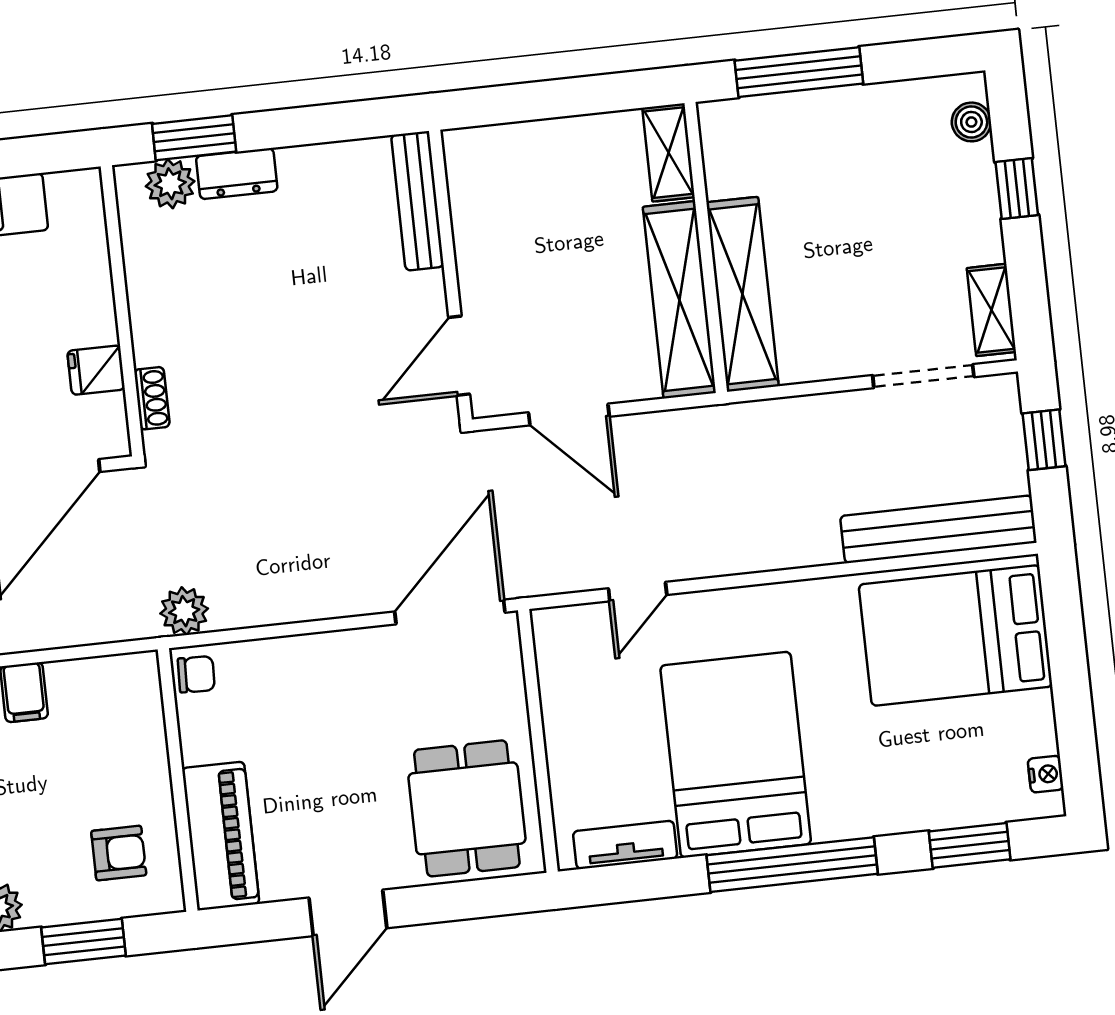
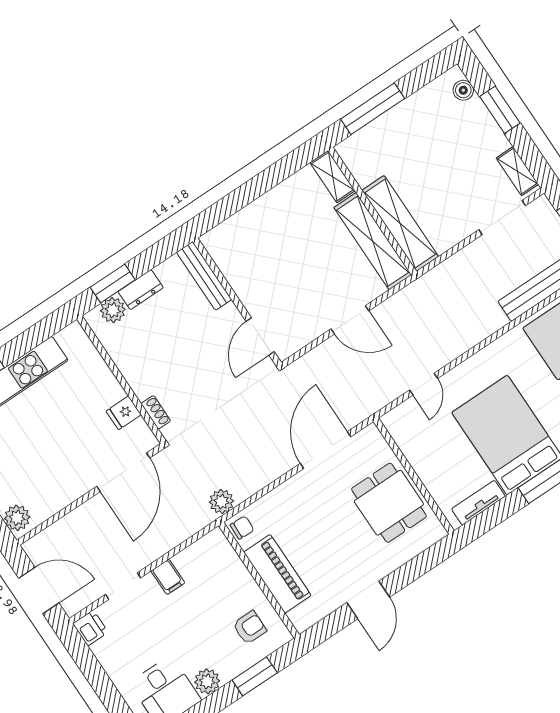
window: (1017, 189) -> (500, 110), width x1.50
bench: (417, 201) -> (204, 276), moved
wall: (450, 275) -> (237, 302), moved
door: (459, 356) -> (260, 337), moved
door: (450, 612) -> (326, 450), moved
dining table: (467, 808) -> (389, 503), moved
piano: (221, 836) -> (277, 574), moved

